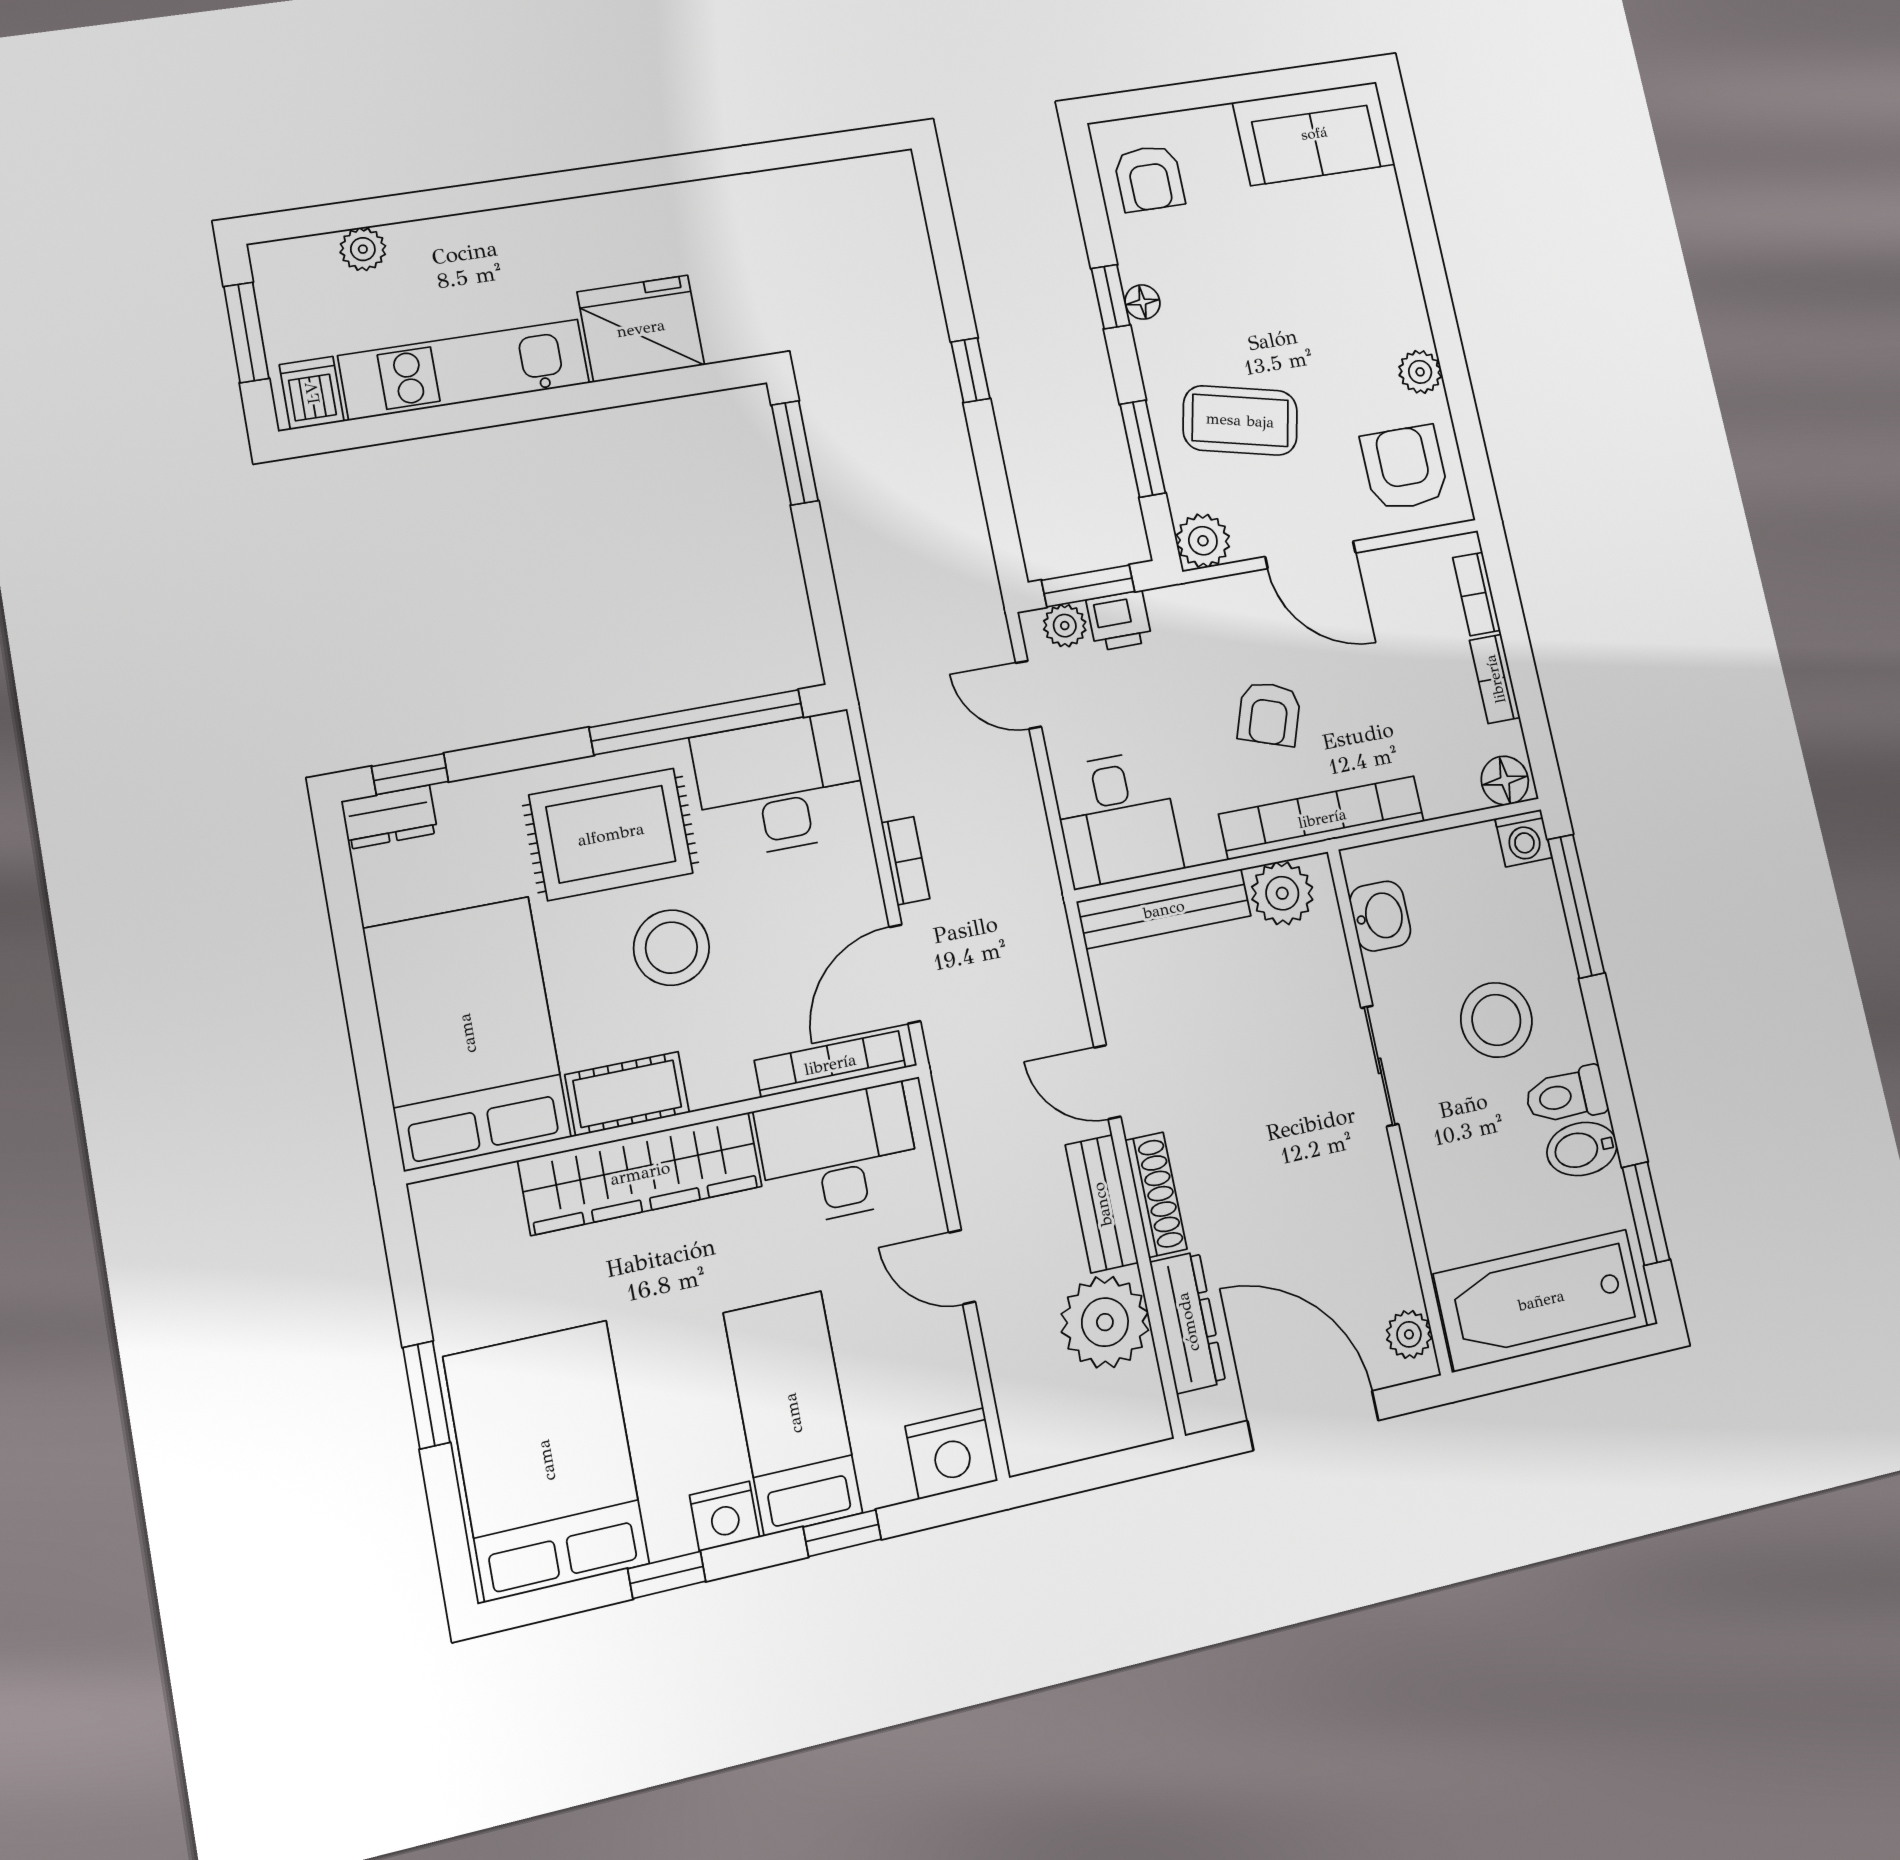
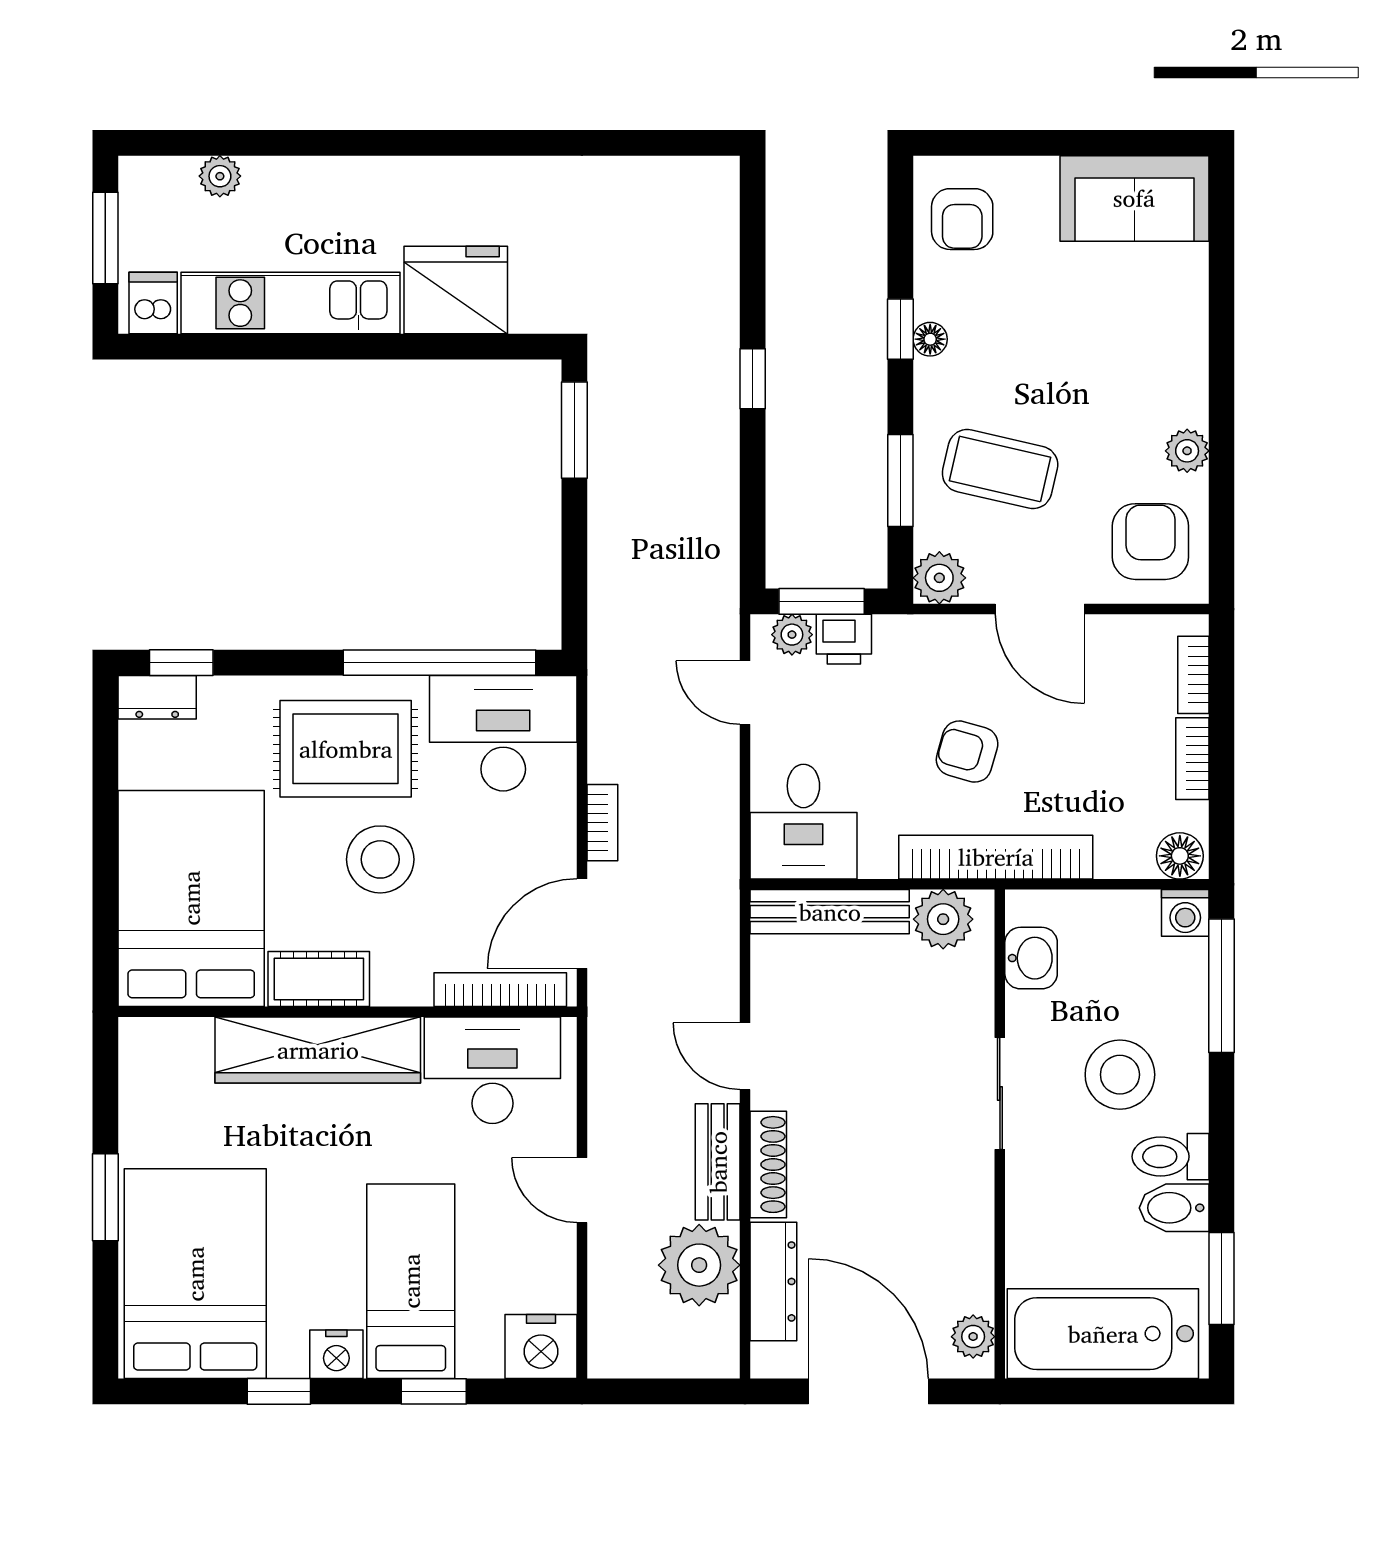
armchair: (1269, 714) -> (967, 752), turned 87

